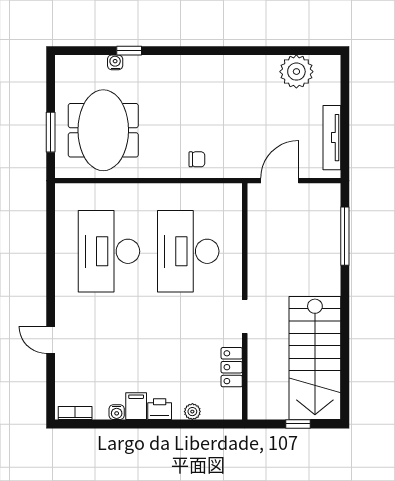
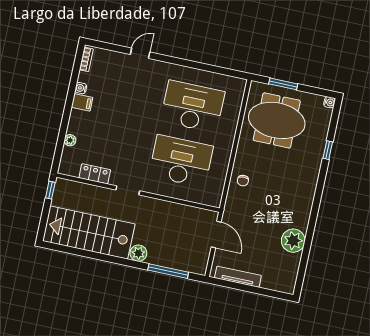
water cooler: (115, 62) -> (329, 102), moved
plant: (296, 72) -> (293, 241), moved
plant: (329, 283) -> (138, 253), added
printer: (160, 409) -> (76, 118), removed
window: (298, 424) -> (50, 190), moved

